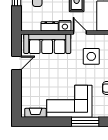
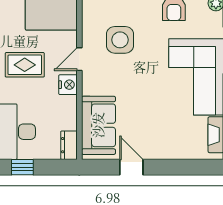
dresser: (50, 26) -> (69, 145), moved
sofa: (47, 44) -> (98, 125), width x0.73

